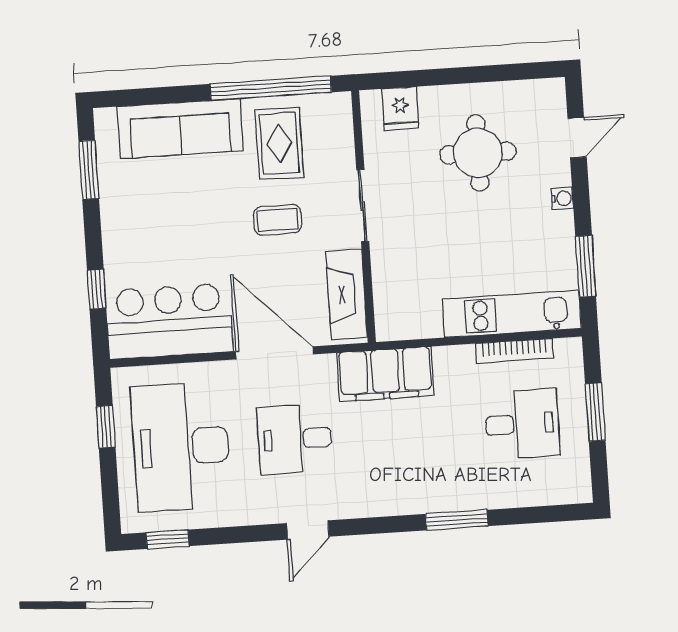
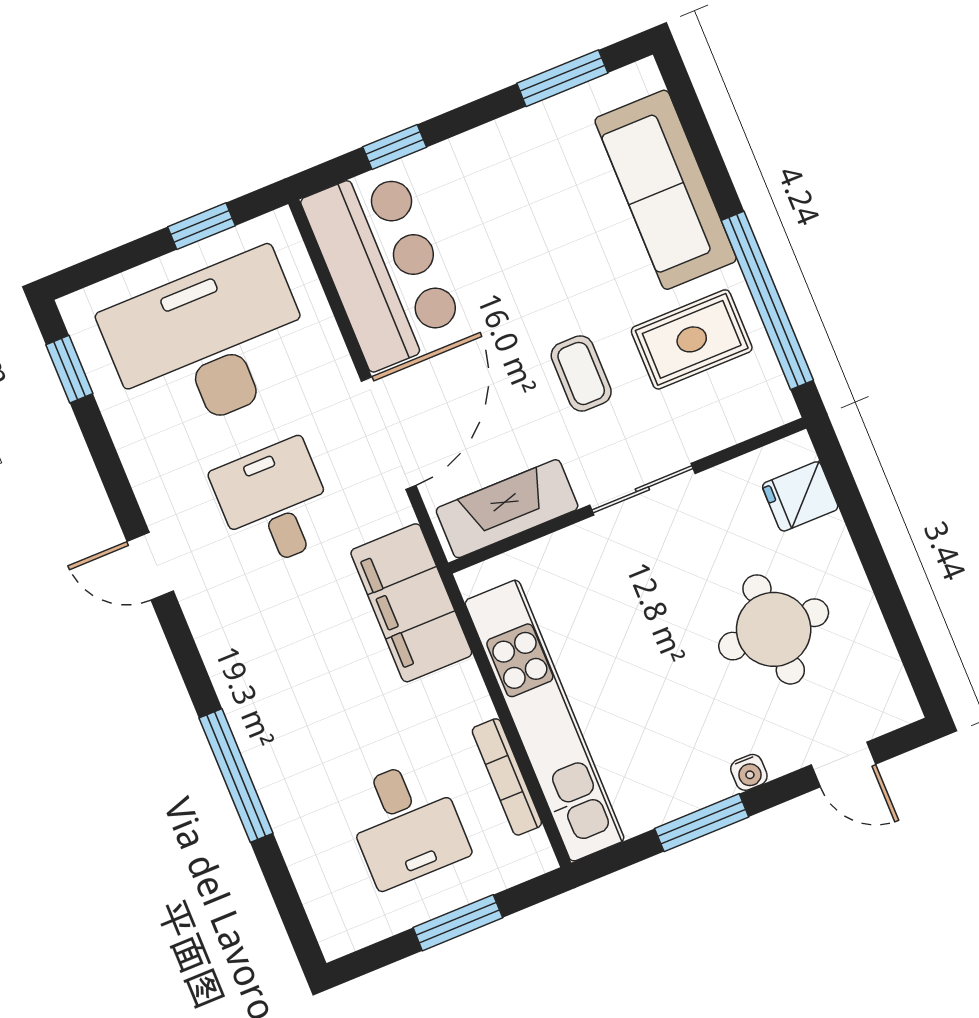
window: (586, 266) -> (702, 823), moved
kitchen unit: (512, 314) -> (545, 721), width x1.36
window: (457, 520) -> (236, 776), width x1.44

